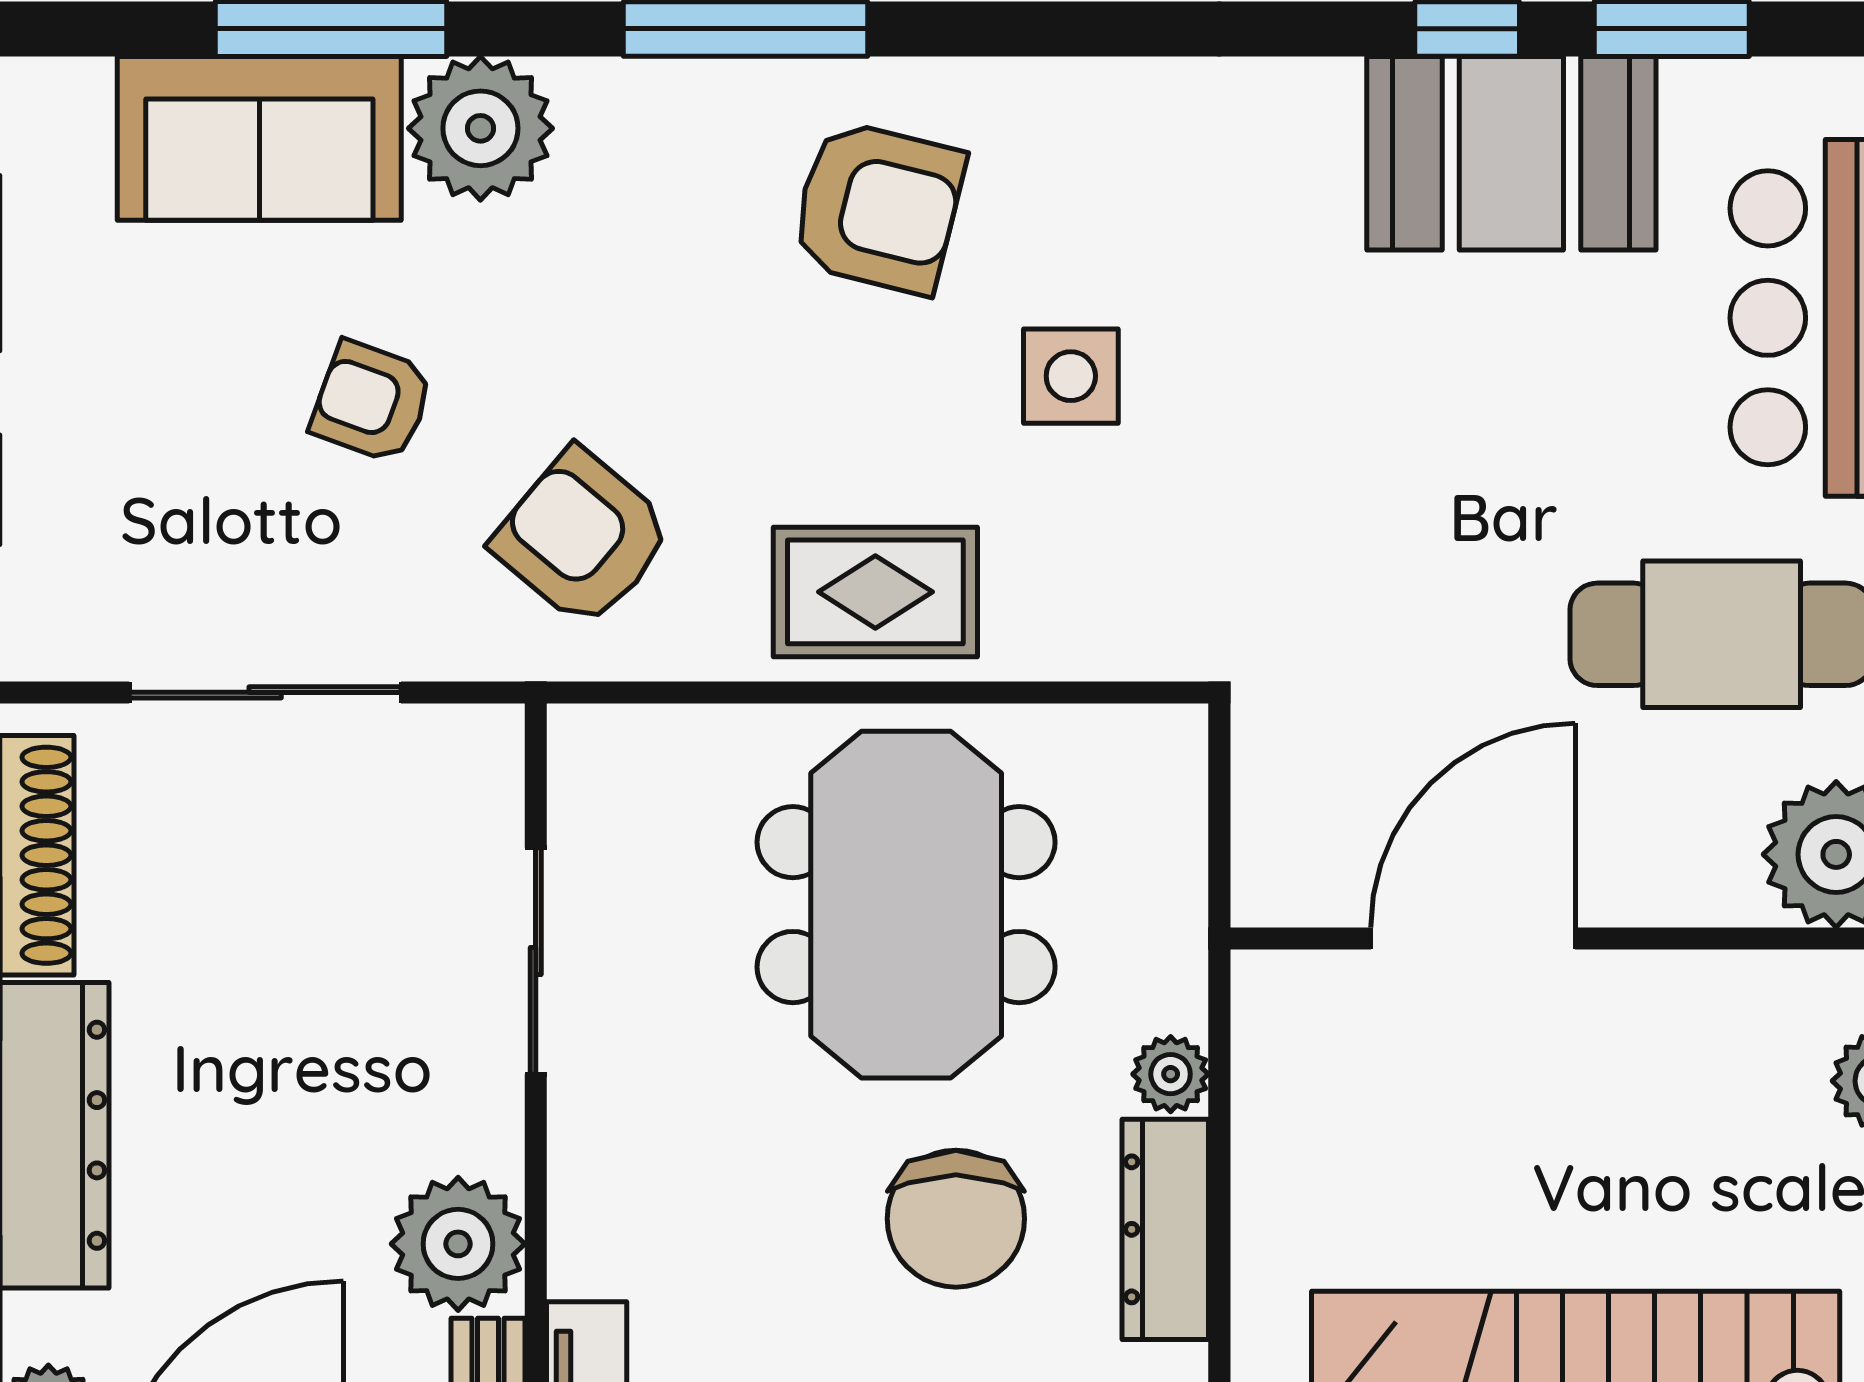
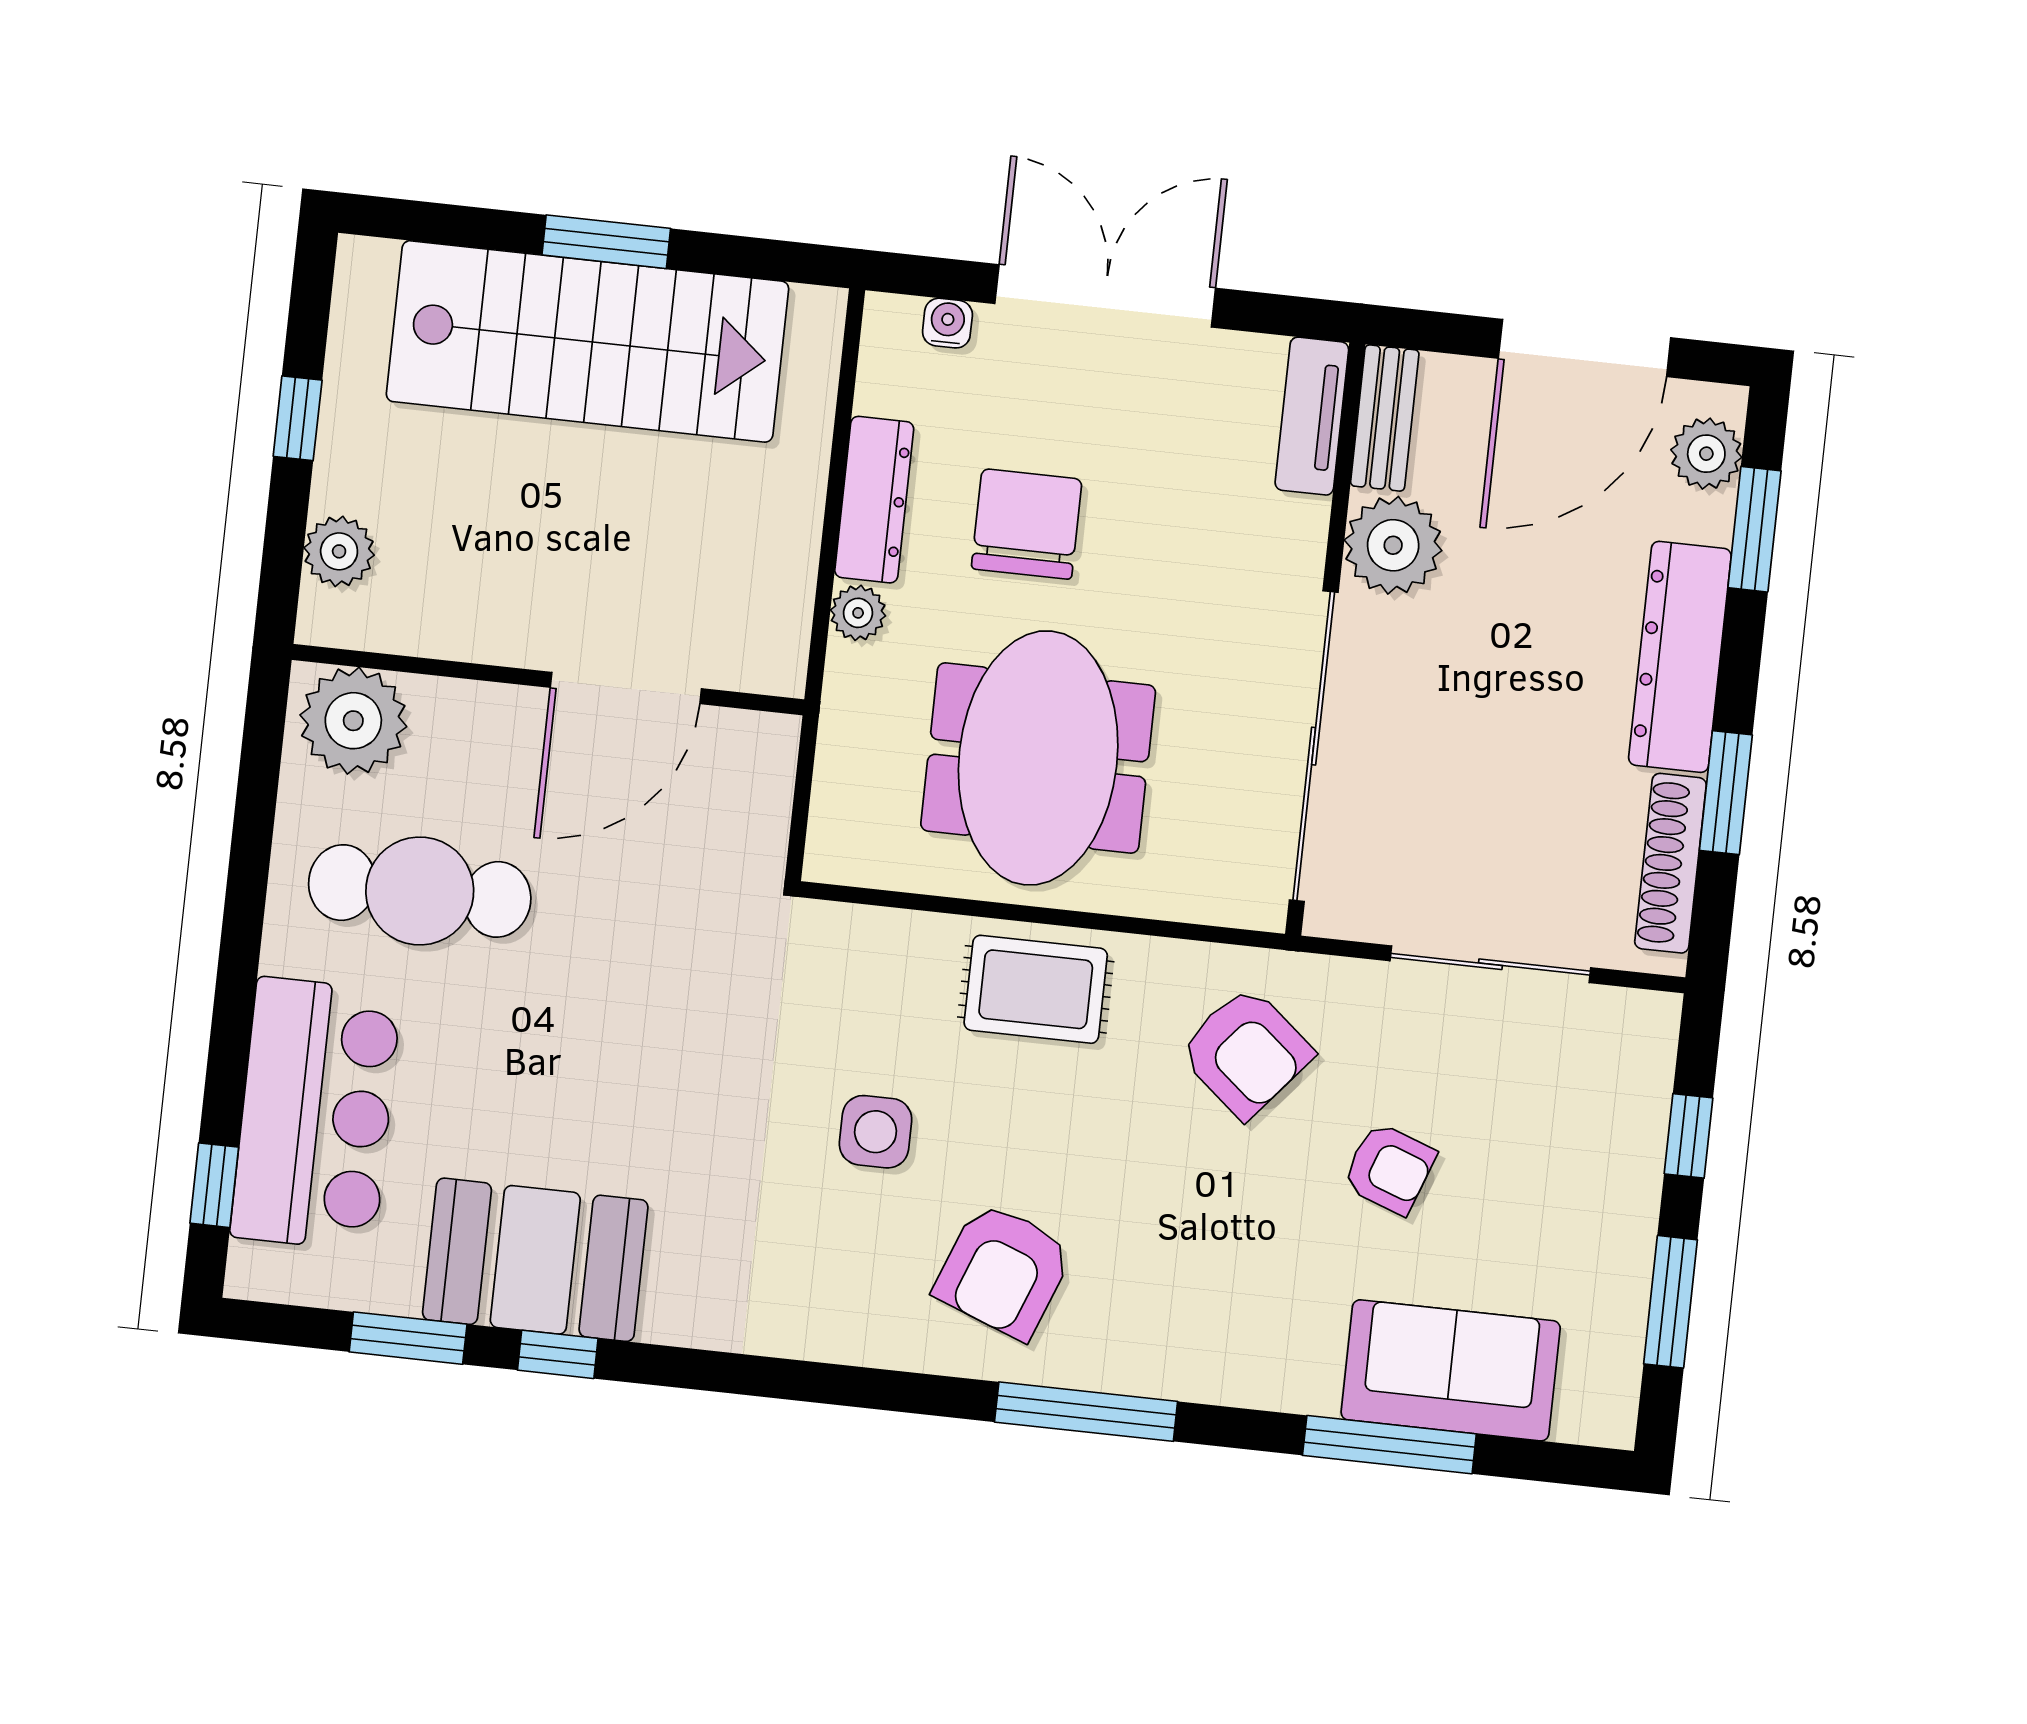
plant: (480, 128) -> (1288, 1360), removed
armchair: (878, 207) -> (1003, 1271), turned -83
sliding door: (536, 961) -> (1314, 746), width x1.86

